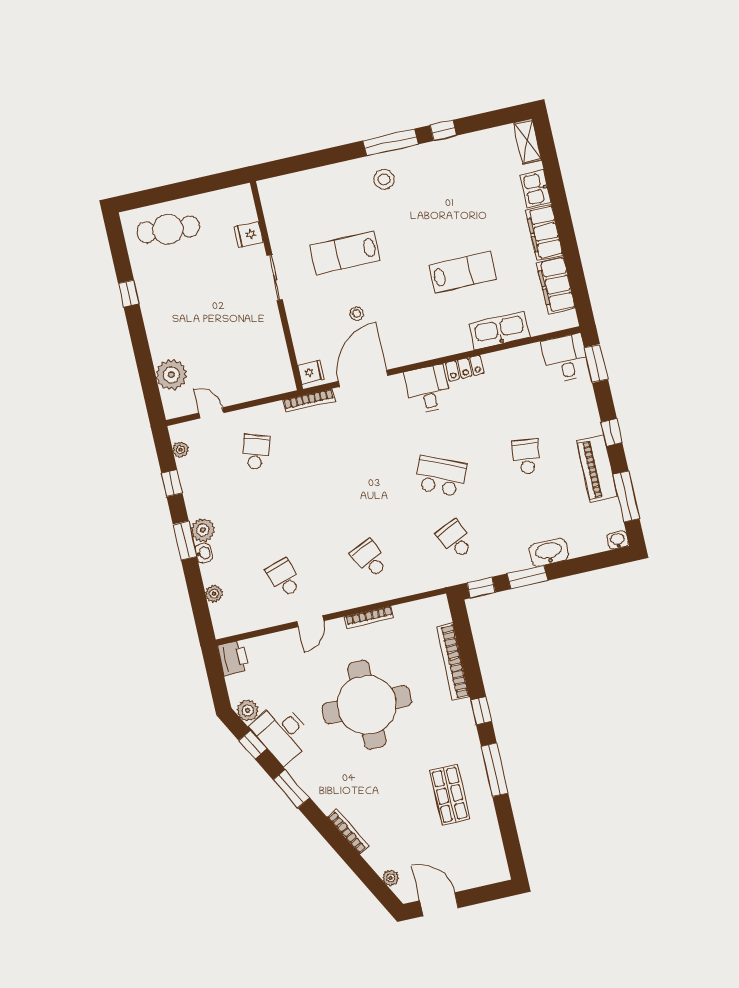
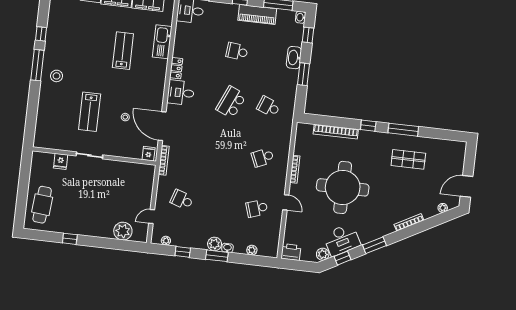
school desk: (455, 539) -> (269, 107), turned 45
window: (481, 588) -> (308, 35), moved

